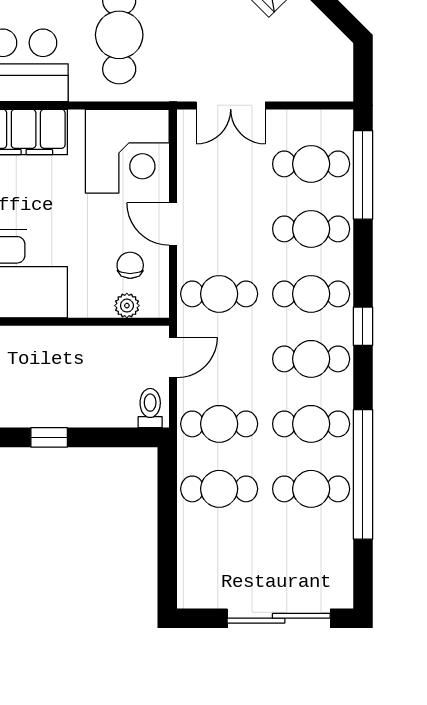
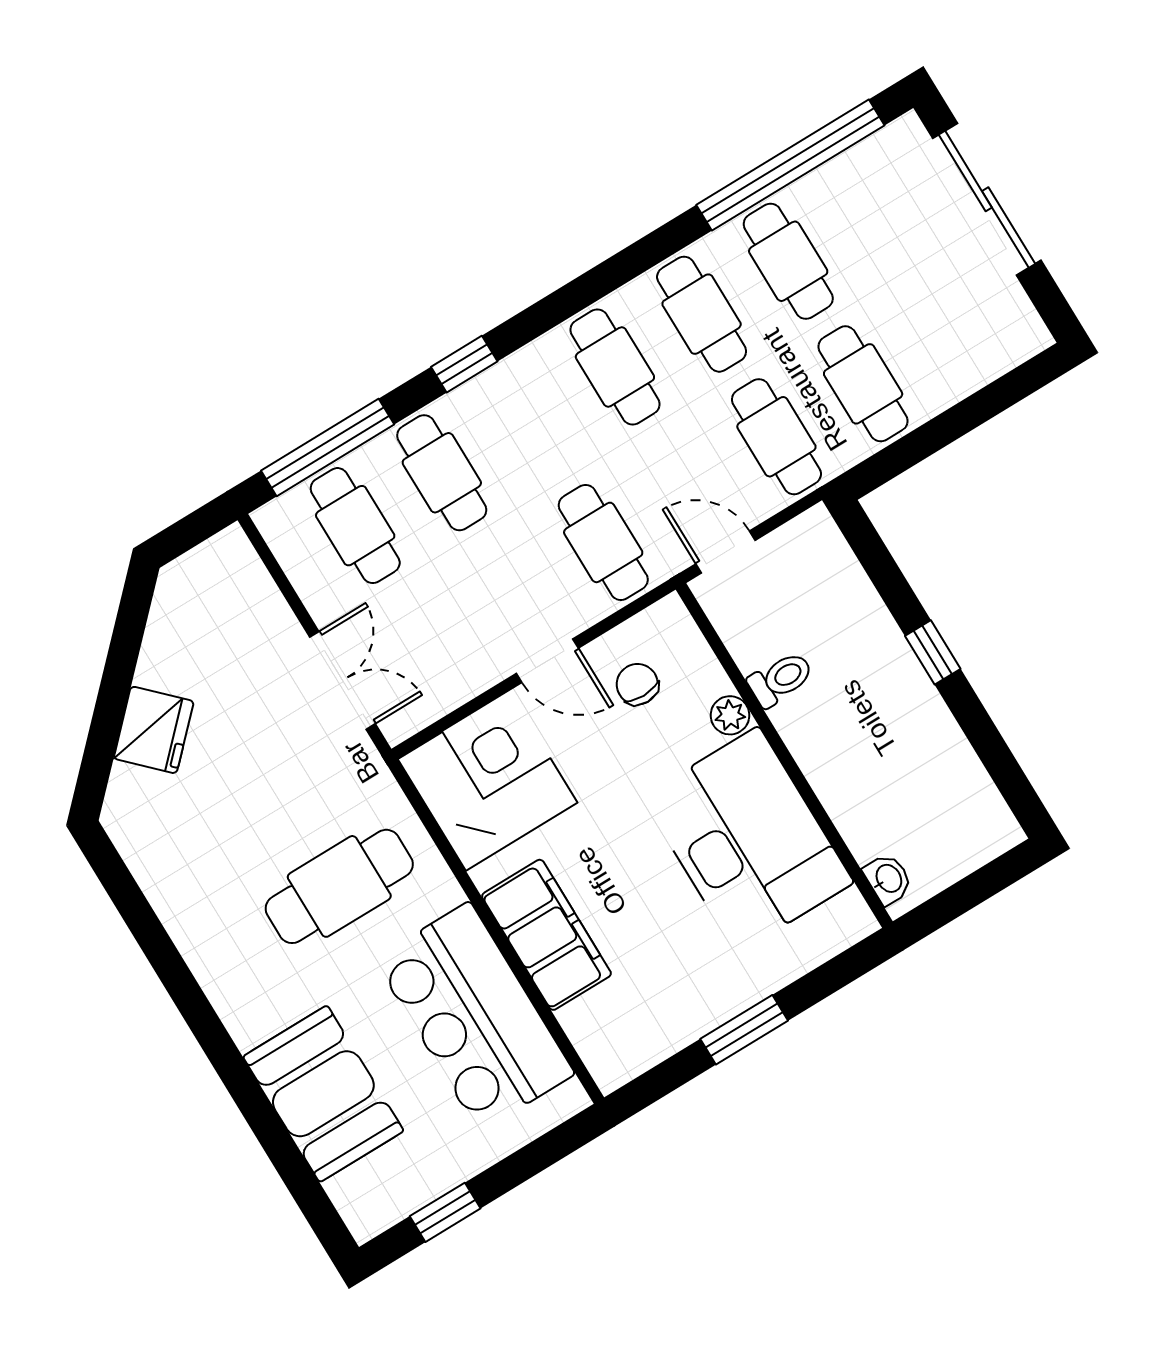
door: (173, 224) -> (547, 661), hinge flipped
chair: (130, 265) -> (637, 684), turned 90
cafe table: (311, 294) -> (528, 420), removed
plant: (127, 306) -> (730, 715), moved
window: (363, 326) -> (464, 364), moved
toilet: (150, 408) -> (781, 679), moved, turned 180
window: (363, 474) -> (790, 165), moved

